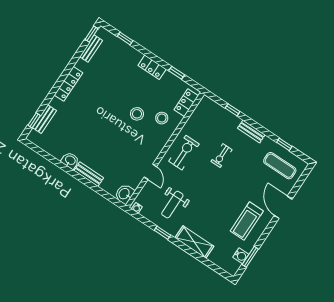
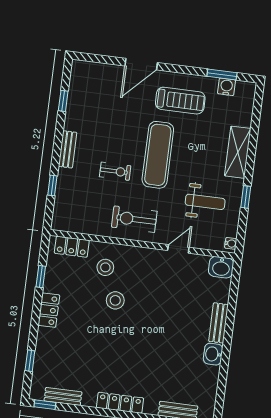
exercise mat: (280, 166) -> (158, 155), moved, width x1.36, depth x1.45

